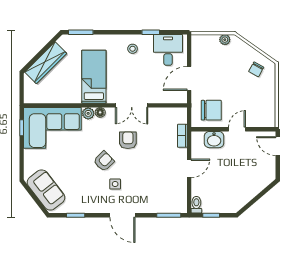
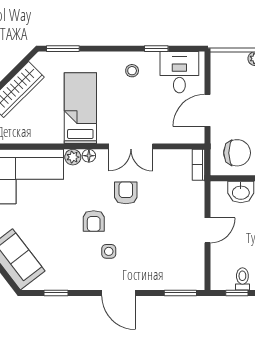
bookcase: (182, 136) -> (199, 165), moved
armchair: (104, 161) -> (94, 221), turned 135
toilet: (196, 205) -> (242, 279), moved

